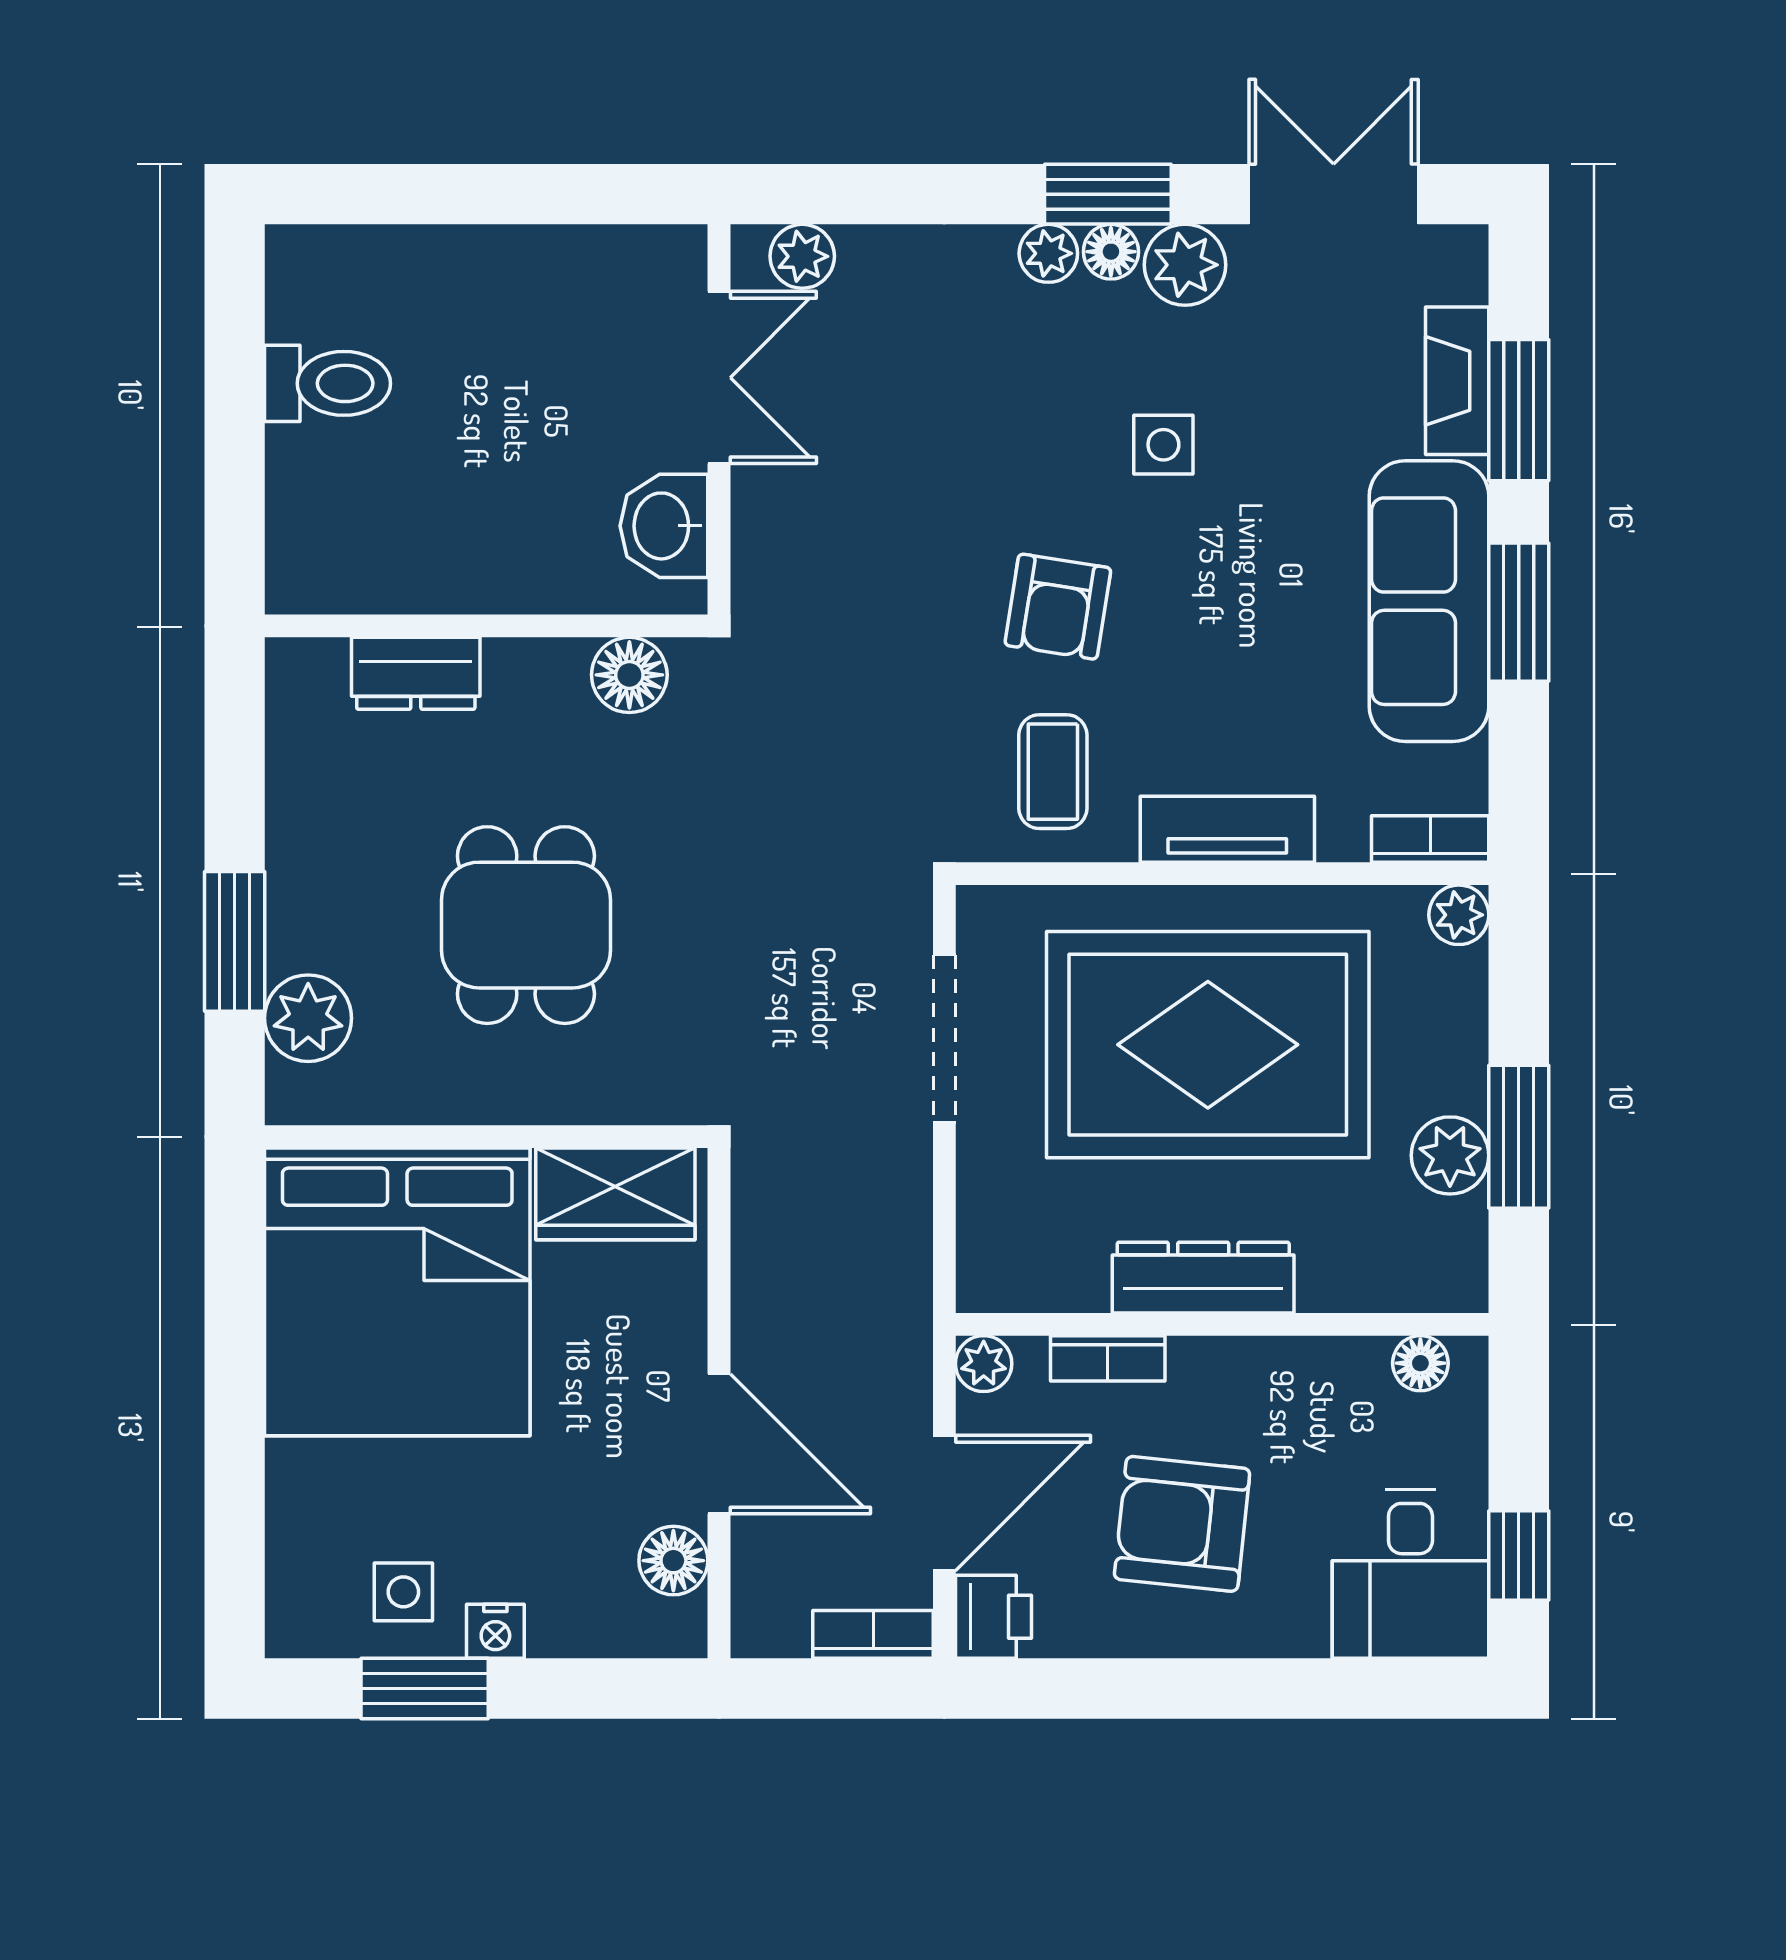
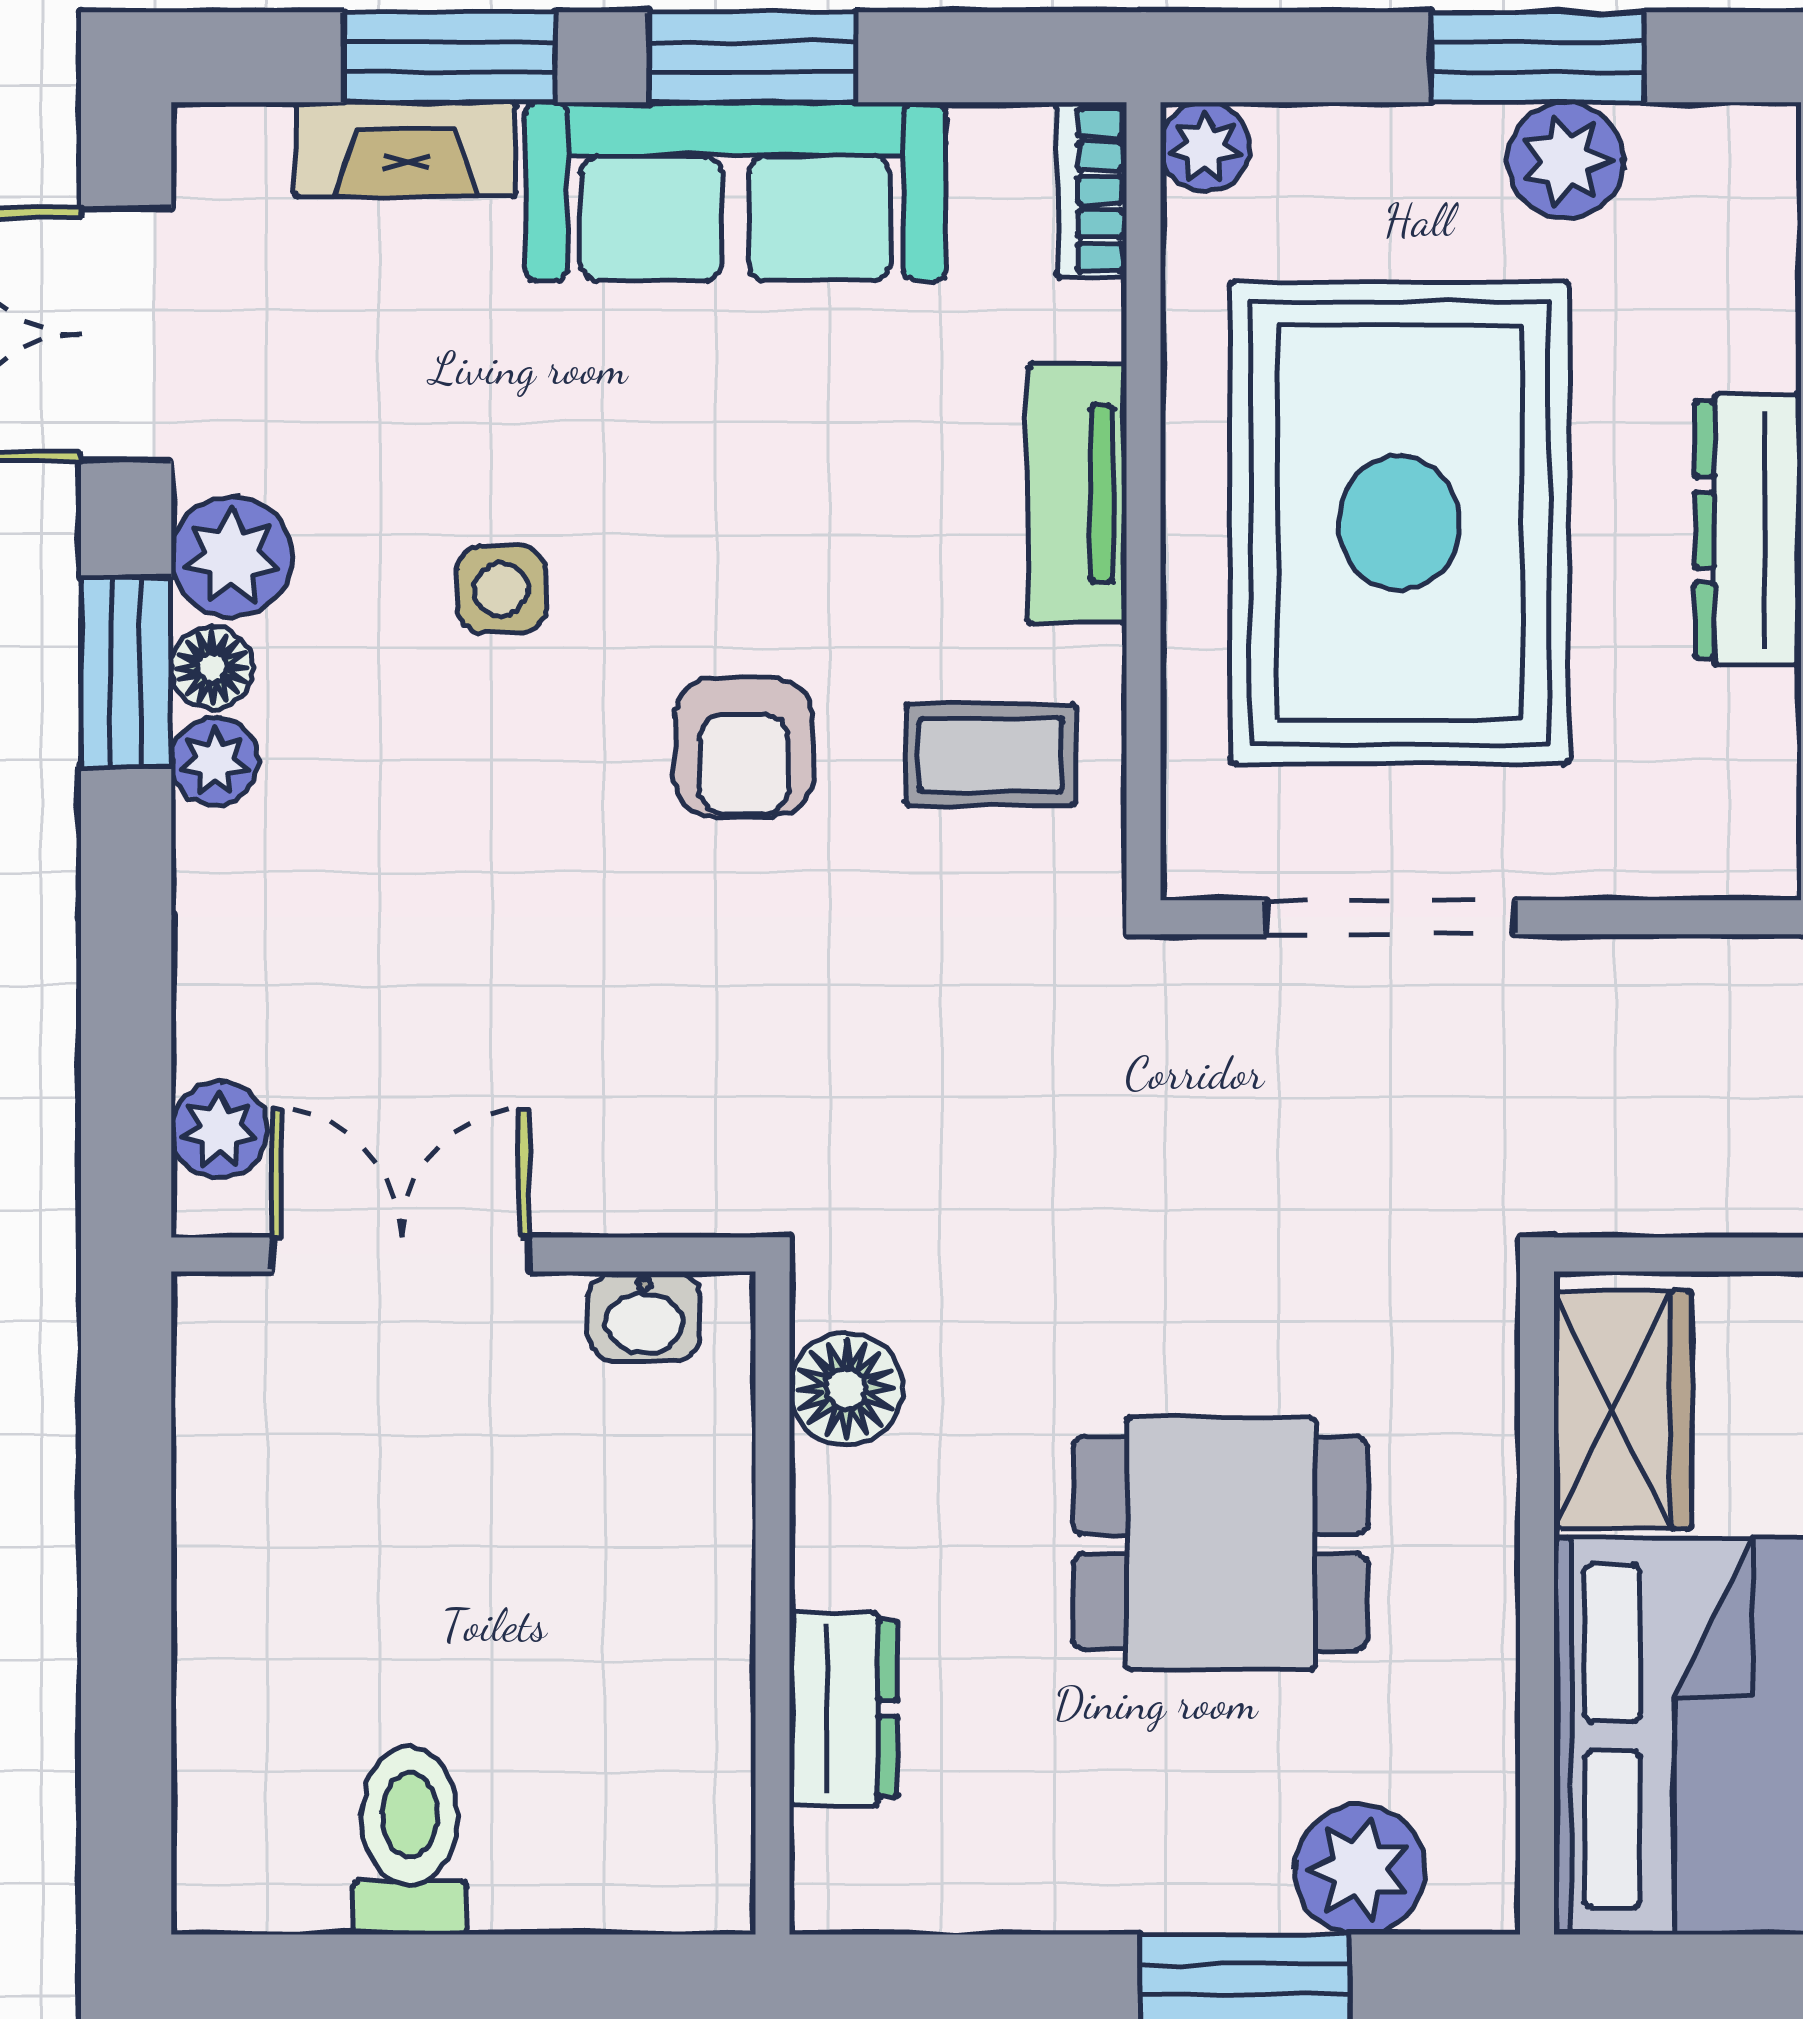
washbasin: (664, 526) -> (644, 1317), width x0.72, depth x0.69
armchair: (1058, 607) -> (744, 747), turned 81

